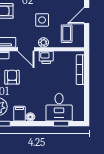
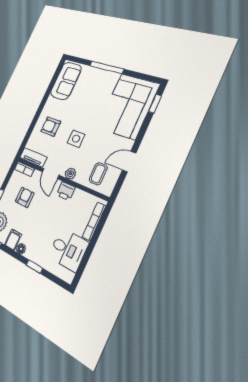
side table: (42, 20) -> (76, 139), moved
desk: (59, 107) -> (68, 250), moved, turned -90
window: (61, 124) -> (34, 267), moved

